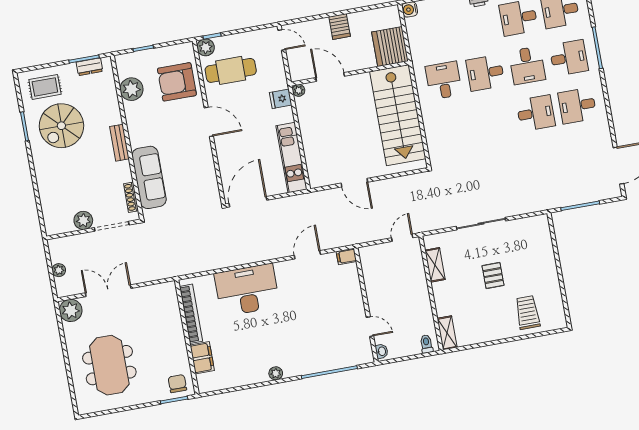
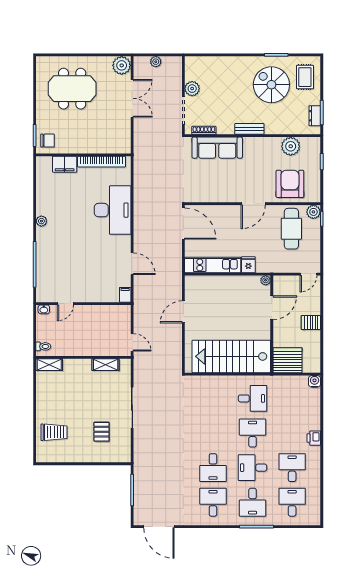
fridge: (281, 99) -> (248, 265), moved
pallet: (493, 276) -> (102, 432), moved, turned 90

